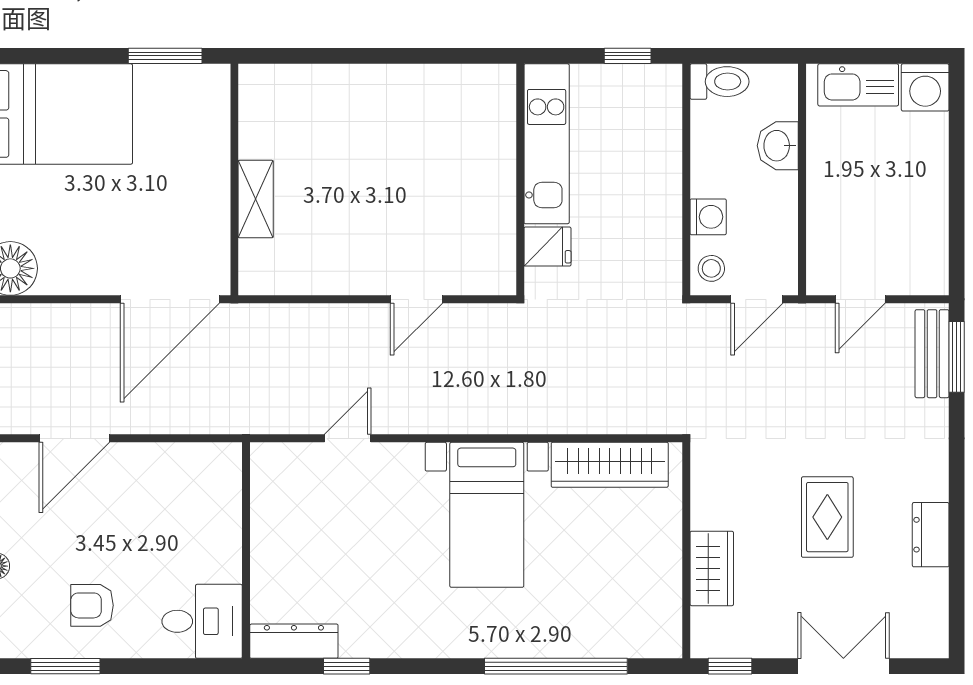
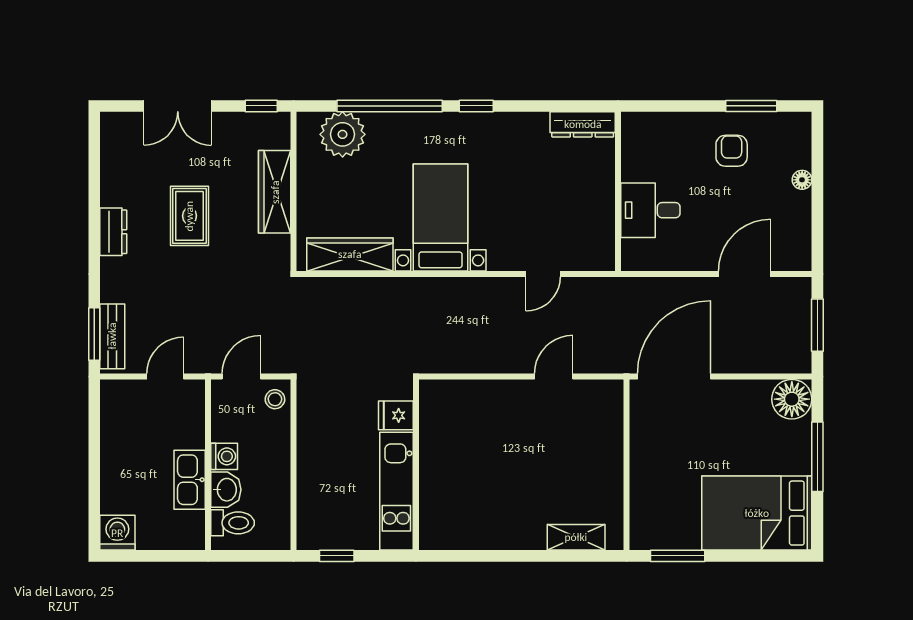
toilet: (719, 82) -> (233, 523), moved, turned 180
kitchen sink: (858, 85) -> (190, 480), moved, turned -90
shelving: (256, 199) -> (576, 537), moved, turned 90
washing machine: (708, 217) -> (224, 456), moved, turned 180
door: (416, 299) -> (554, 376), moved
dresser: (931, 535) -> (113, 232), moved
wardrobe: (712, 568) -> (275, 192), width x1.50
armchair: (92, 605) -> (732, 151), turned -90
desk: (202, 621) -> (650, 210), moved
plant: (620, 628) -> (343, 134), added
window: (347, 666) -> (476, 106), moved

